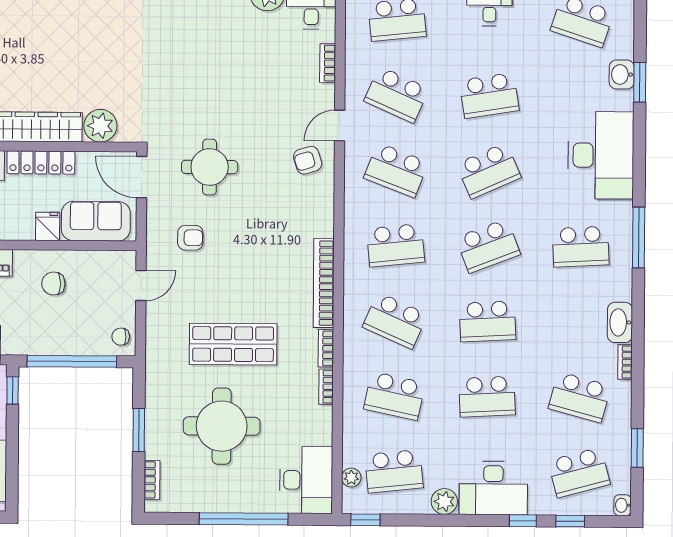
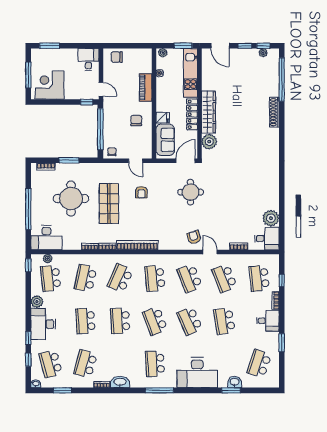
school desk: (397, 95) -> (224, 278), turned -45
school desk: (396, 170) -> (190, 278), turned -42
armchair: (190, 238) -> (141, 192), moved

